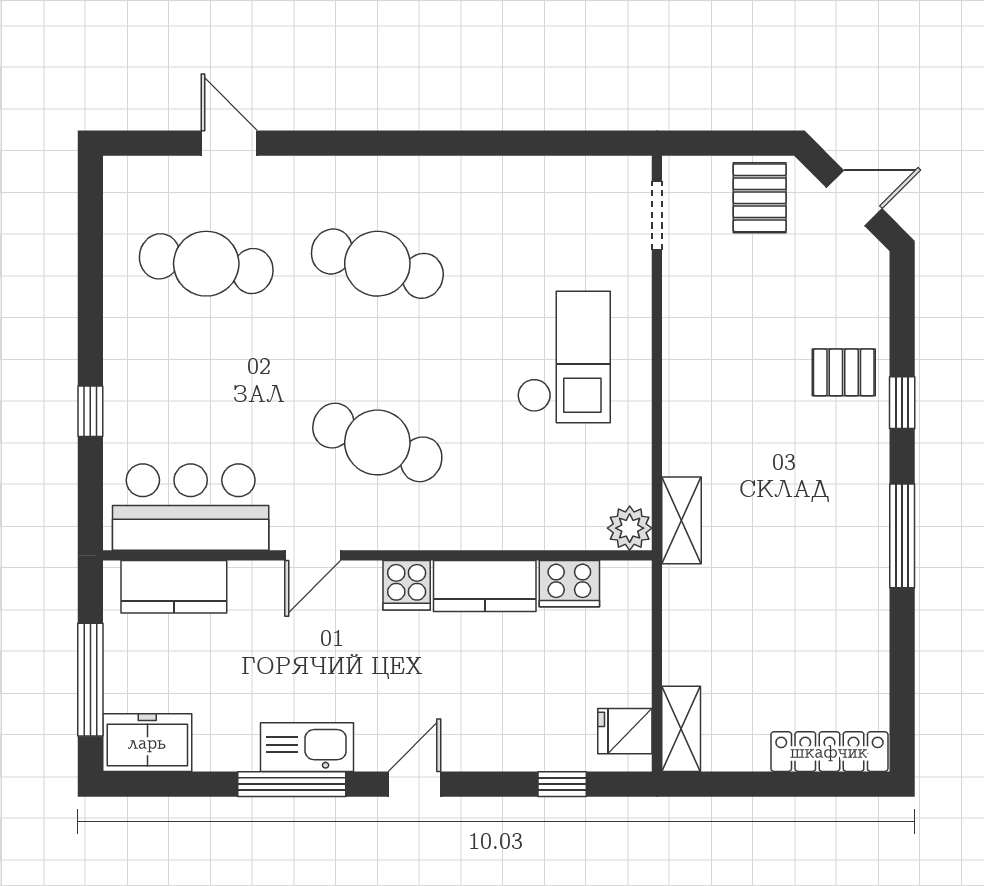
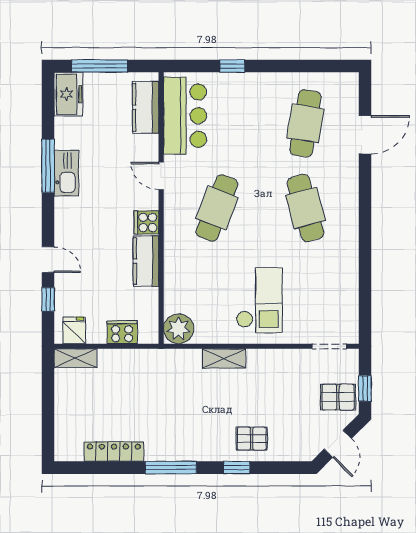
door: (229, 143) -> (365, 135), width x1.38
window: (742, 143) -> (365, 388), added
cafe table: (377, 264) -> (305, 208), turned -30
checkout: (564, 357) -> (259, 300), turned -90
pallet: (844, 372) -> (252, 439), turned 90
shelving: (681, 520) -> (224, 358), moved
plant: (630, 528) -> (179, 329), width x1.36, depth x1.36
cooker: (569, 584) -> (122, 332), moved, turned 90
locker: (829, 752) -> (114, 452), moved, turned -90
door: (414, 784) -> (48, 260), moved

